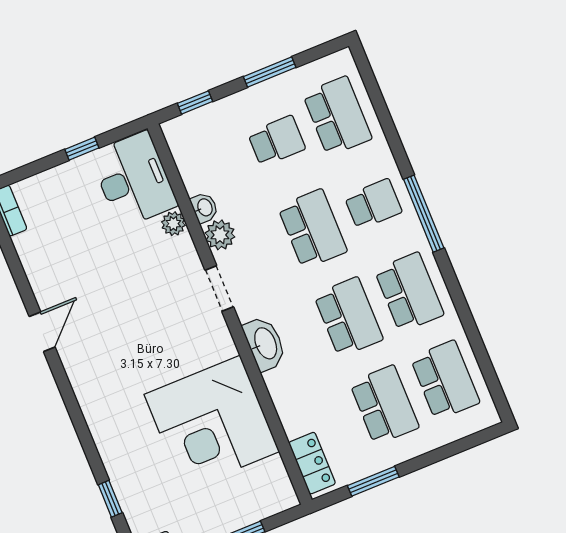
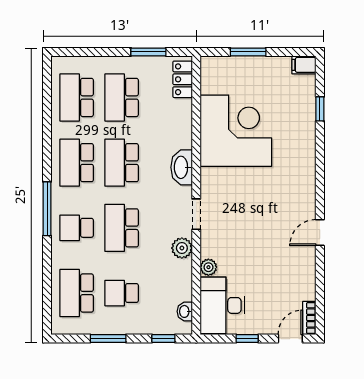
door: (24, 172) -> (290, 339), added
washbasin: (204, 208) -> (185, 311), moved

